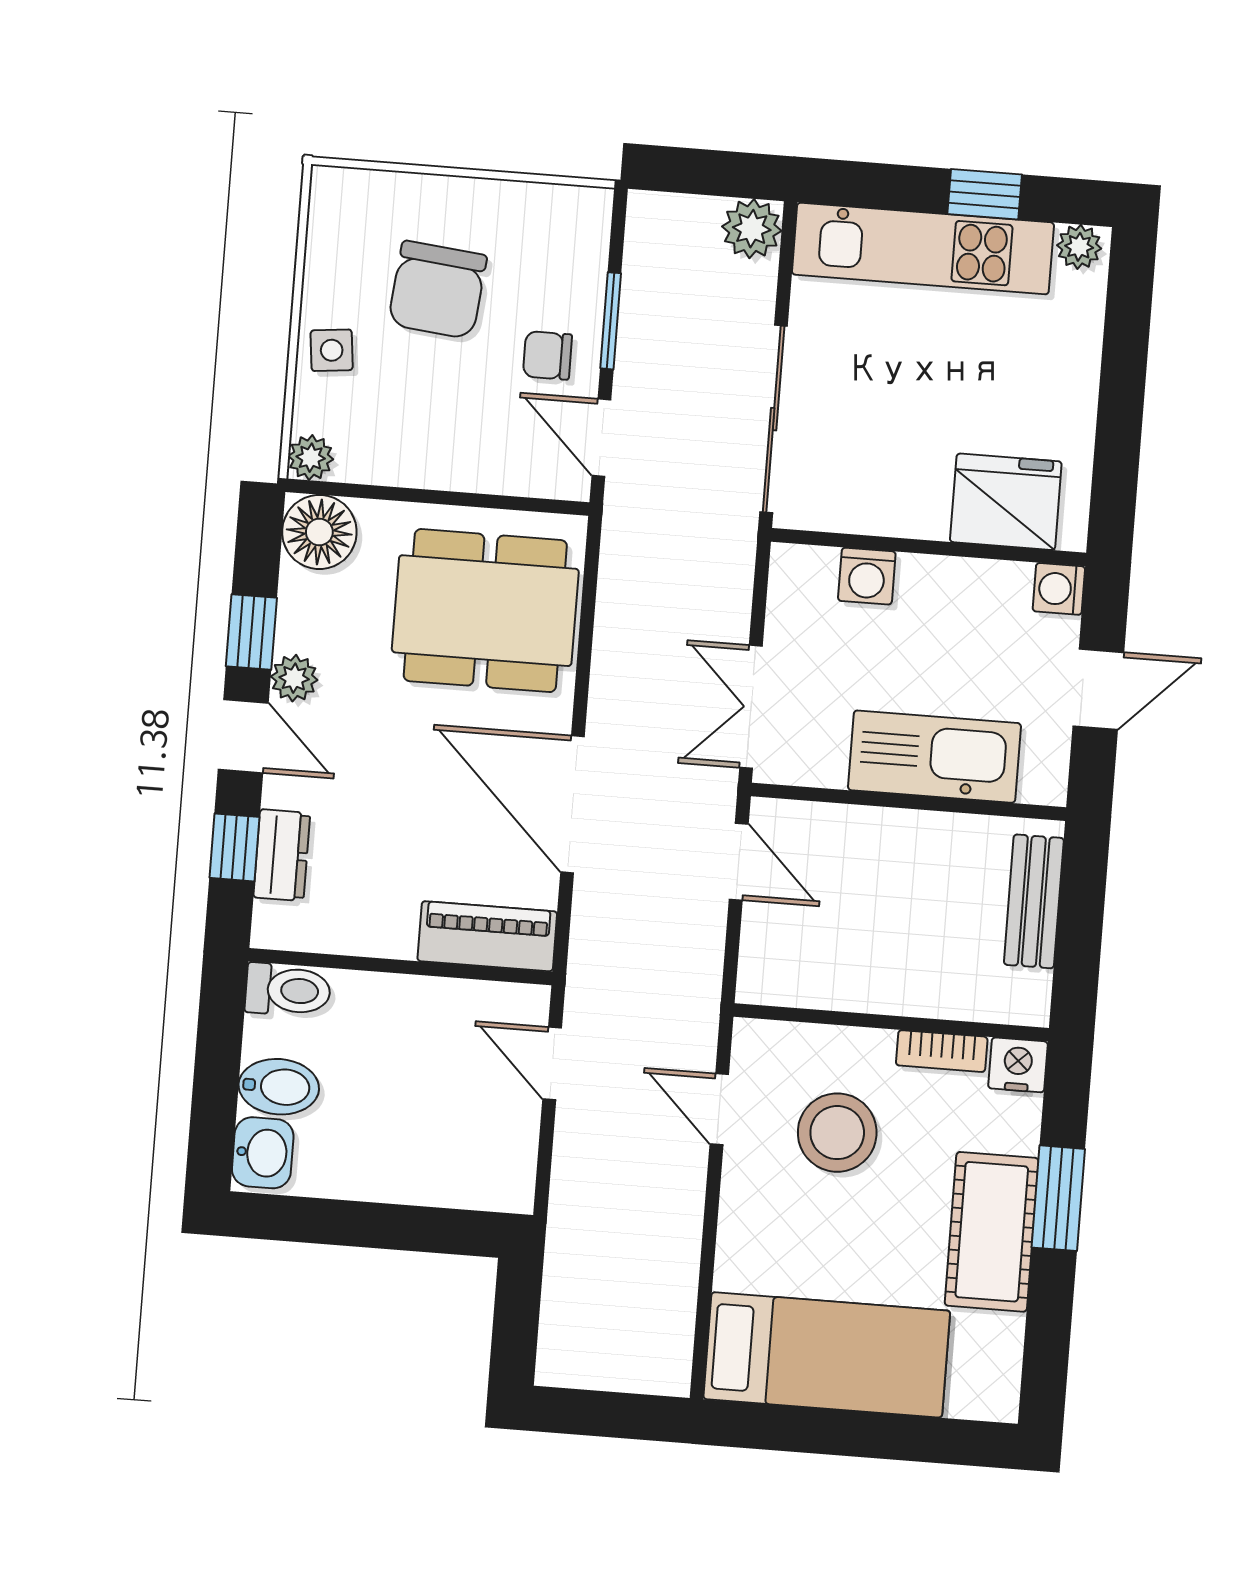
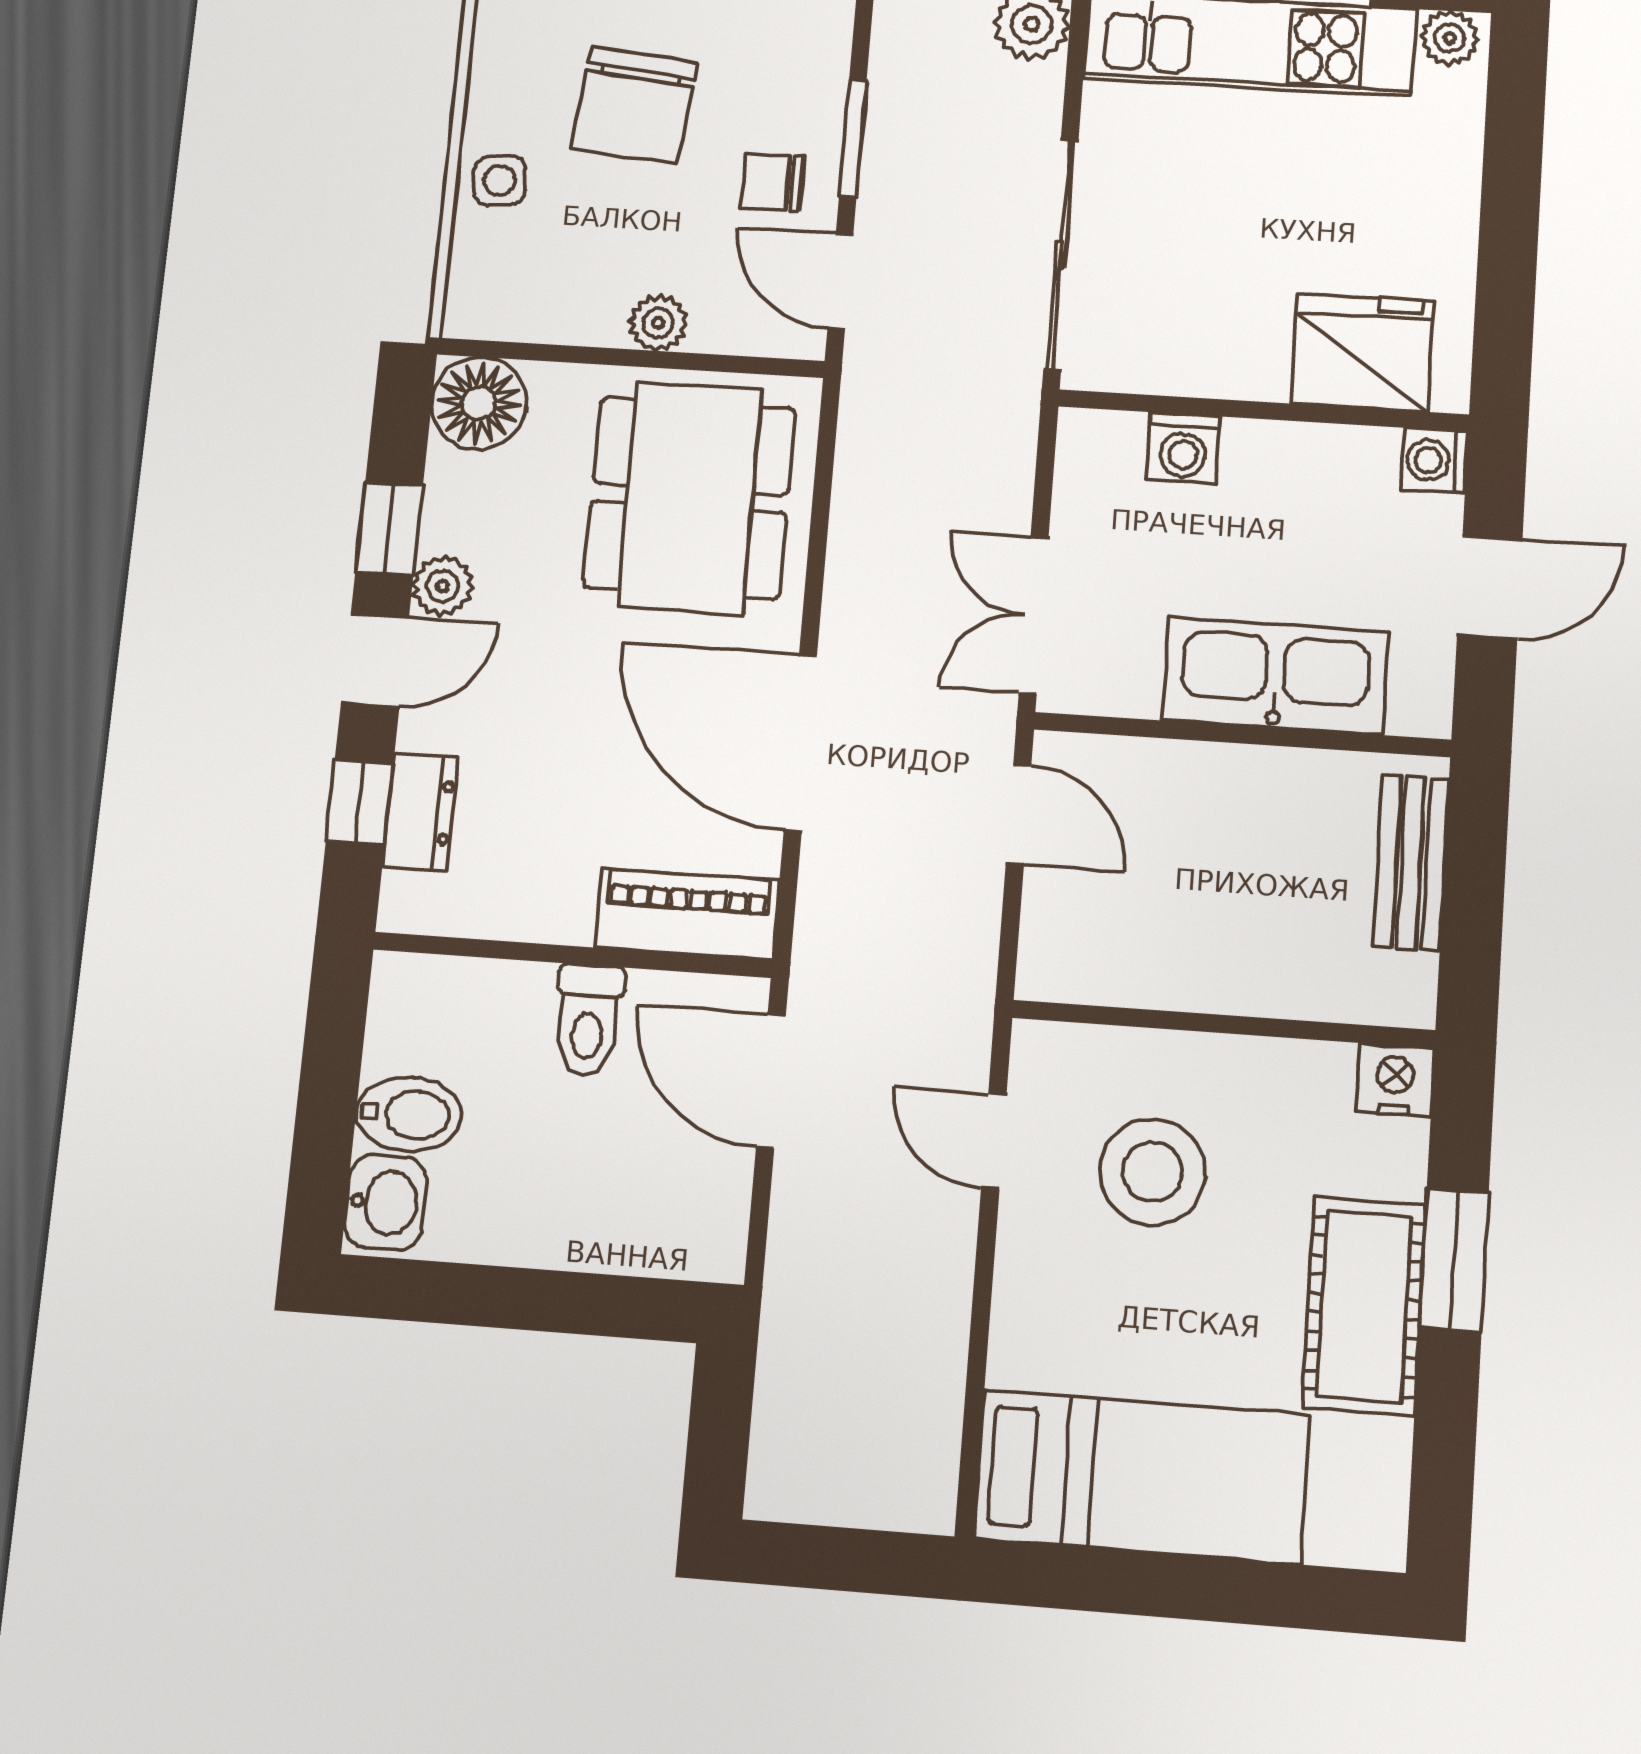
plant: (311, 458) -> (658, 323), moved
dining table: (485, 611) -> (690, 498), turned 90
door: (243, 736) -> (375, 660), hinge flipped
toilet: (288, 990) -> (588, 1020), moved, turned 90
bookcase: (942, 1051) -> (1292, 1062), removed
door: (552, 1063) -> (771, 1081), width x1.38

